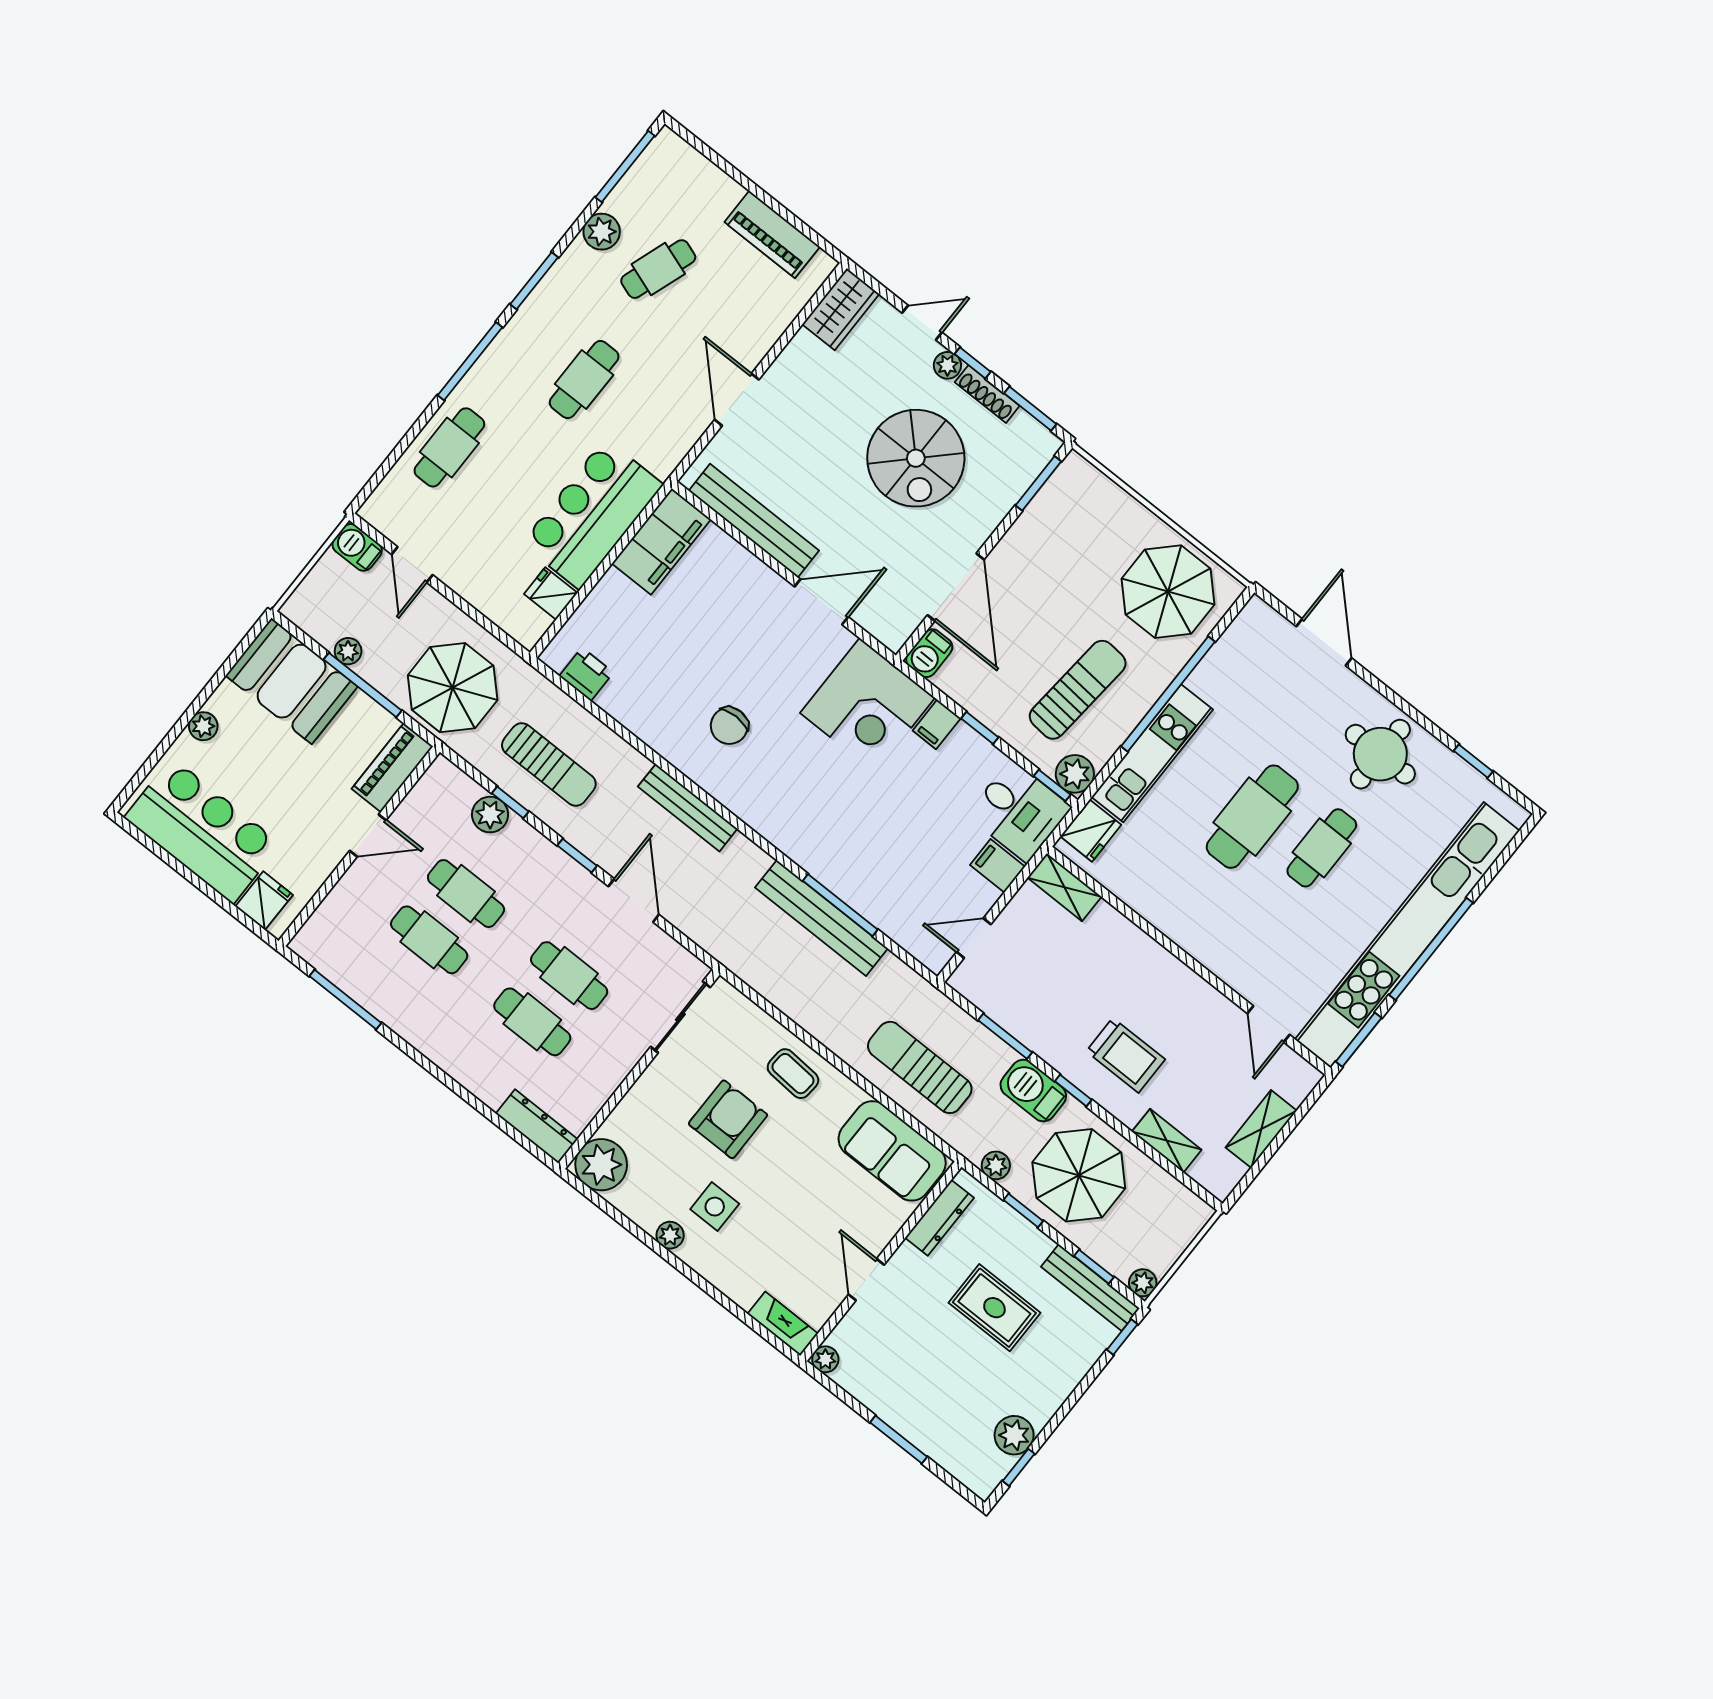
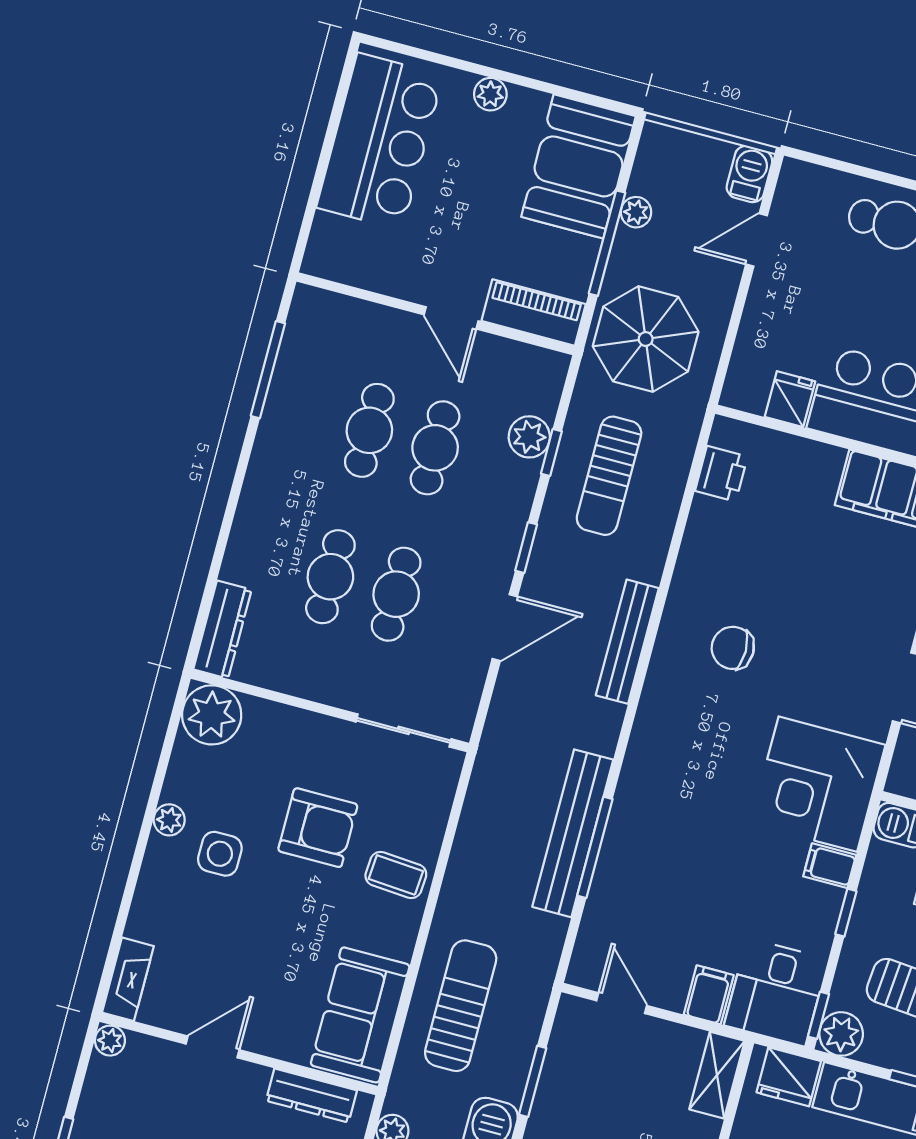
fridge: (264, 901) -> (335, 239), removed
coffee table: (793, 1074) -> (396, 875), turned 90

